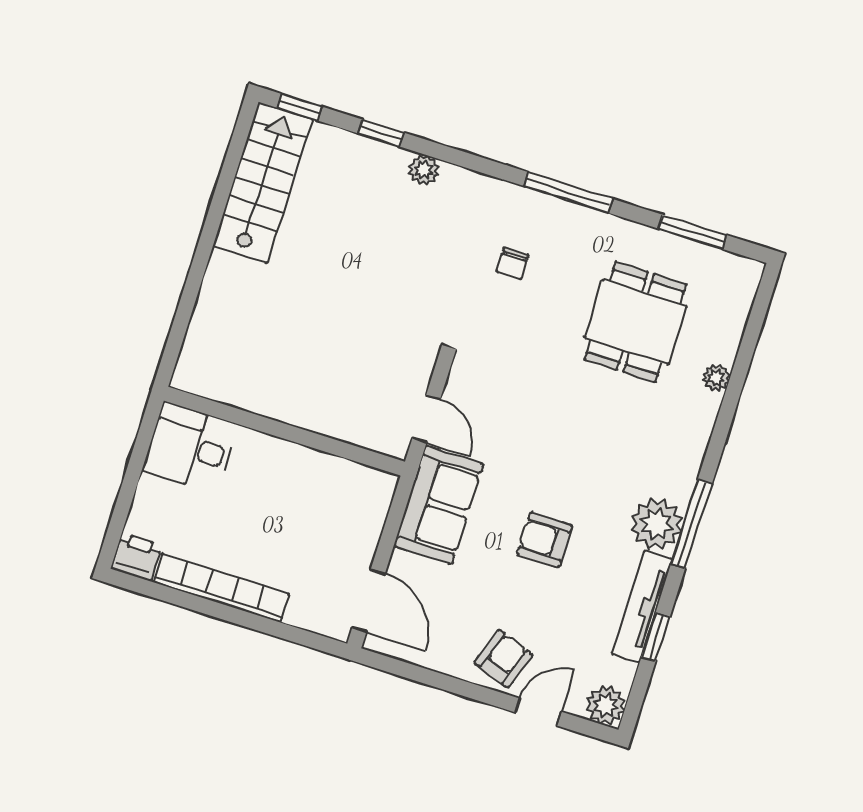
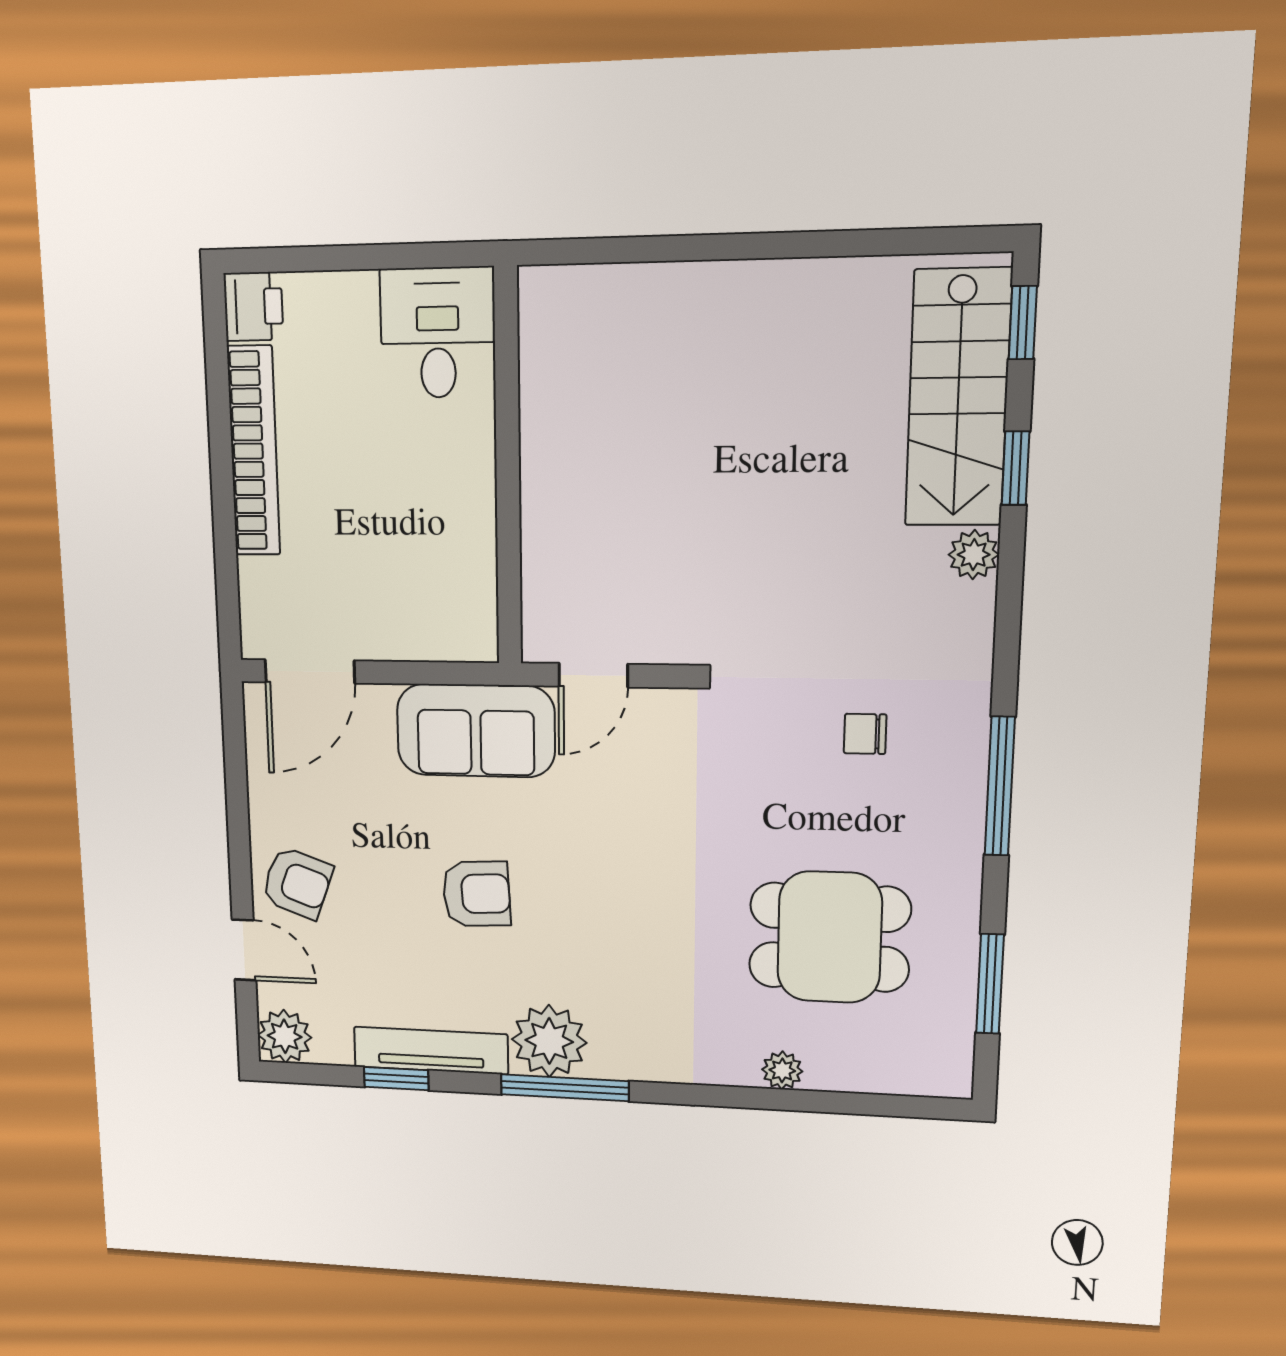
stairs: (263, 182) -> (958, 398), moved, turned 90
armchair: (545, 540) -> (476, 894), turned 87

